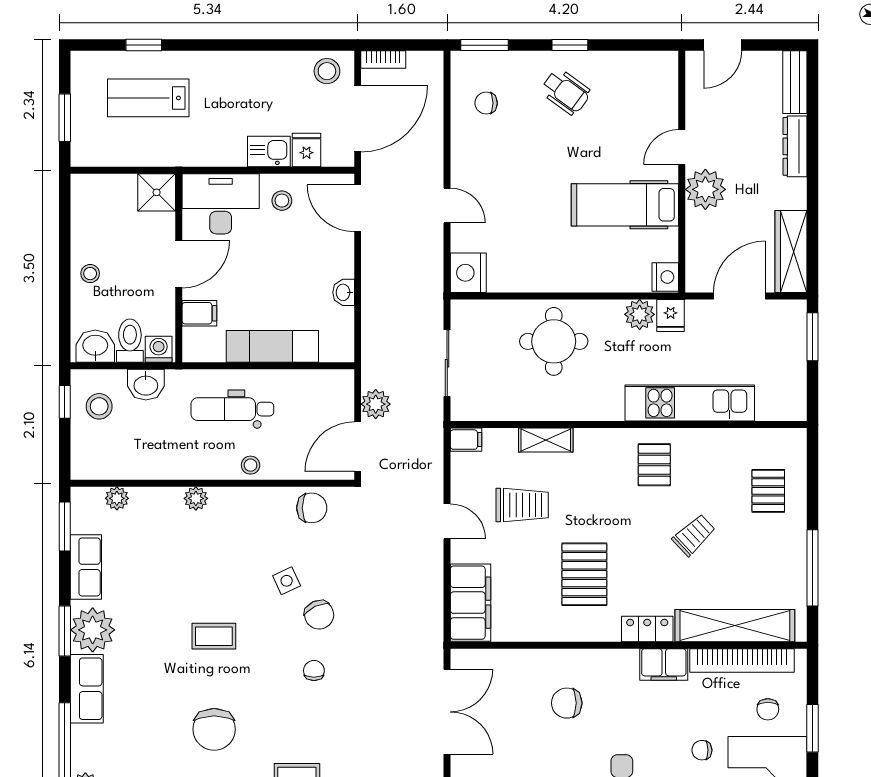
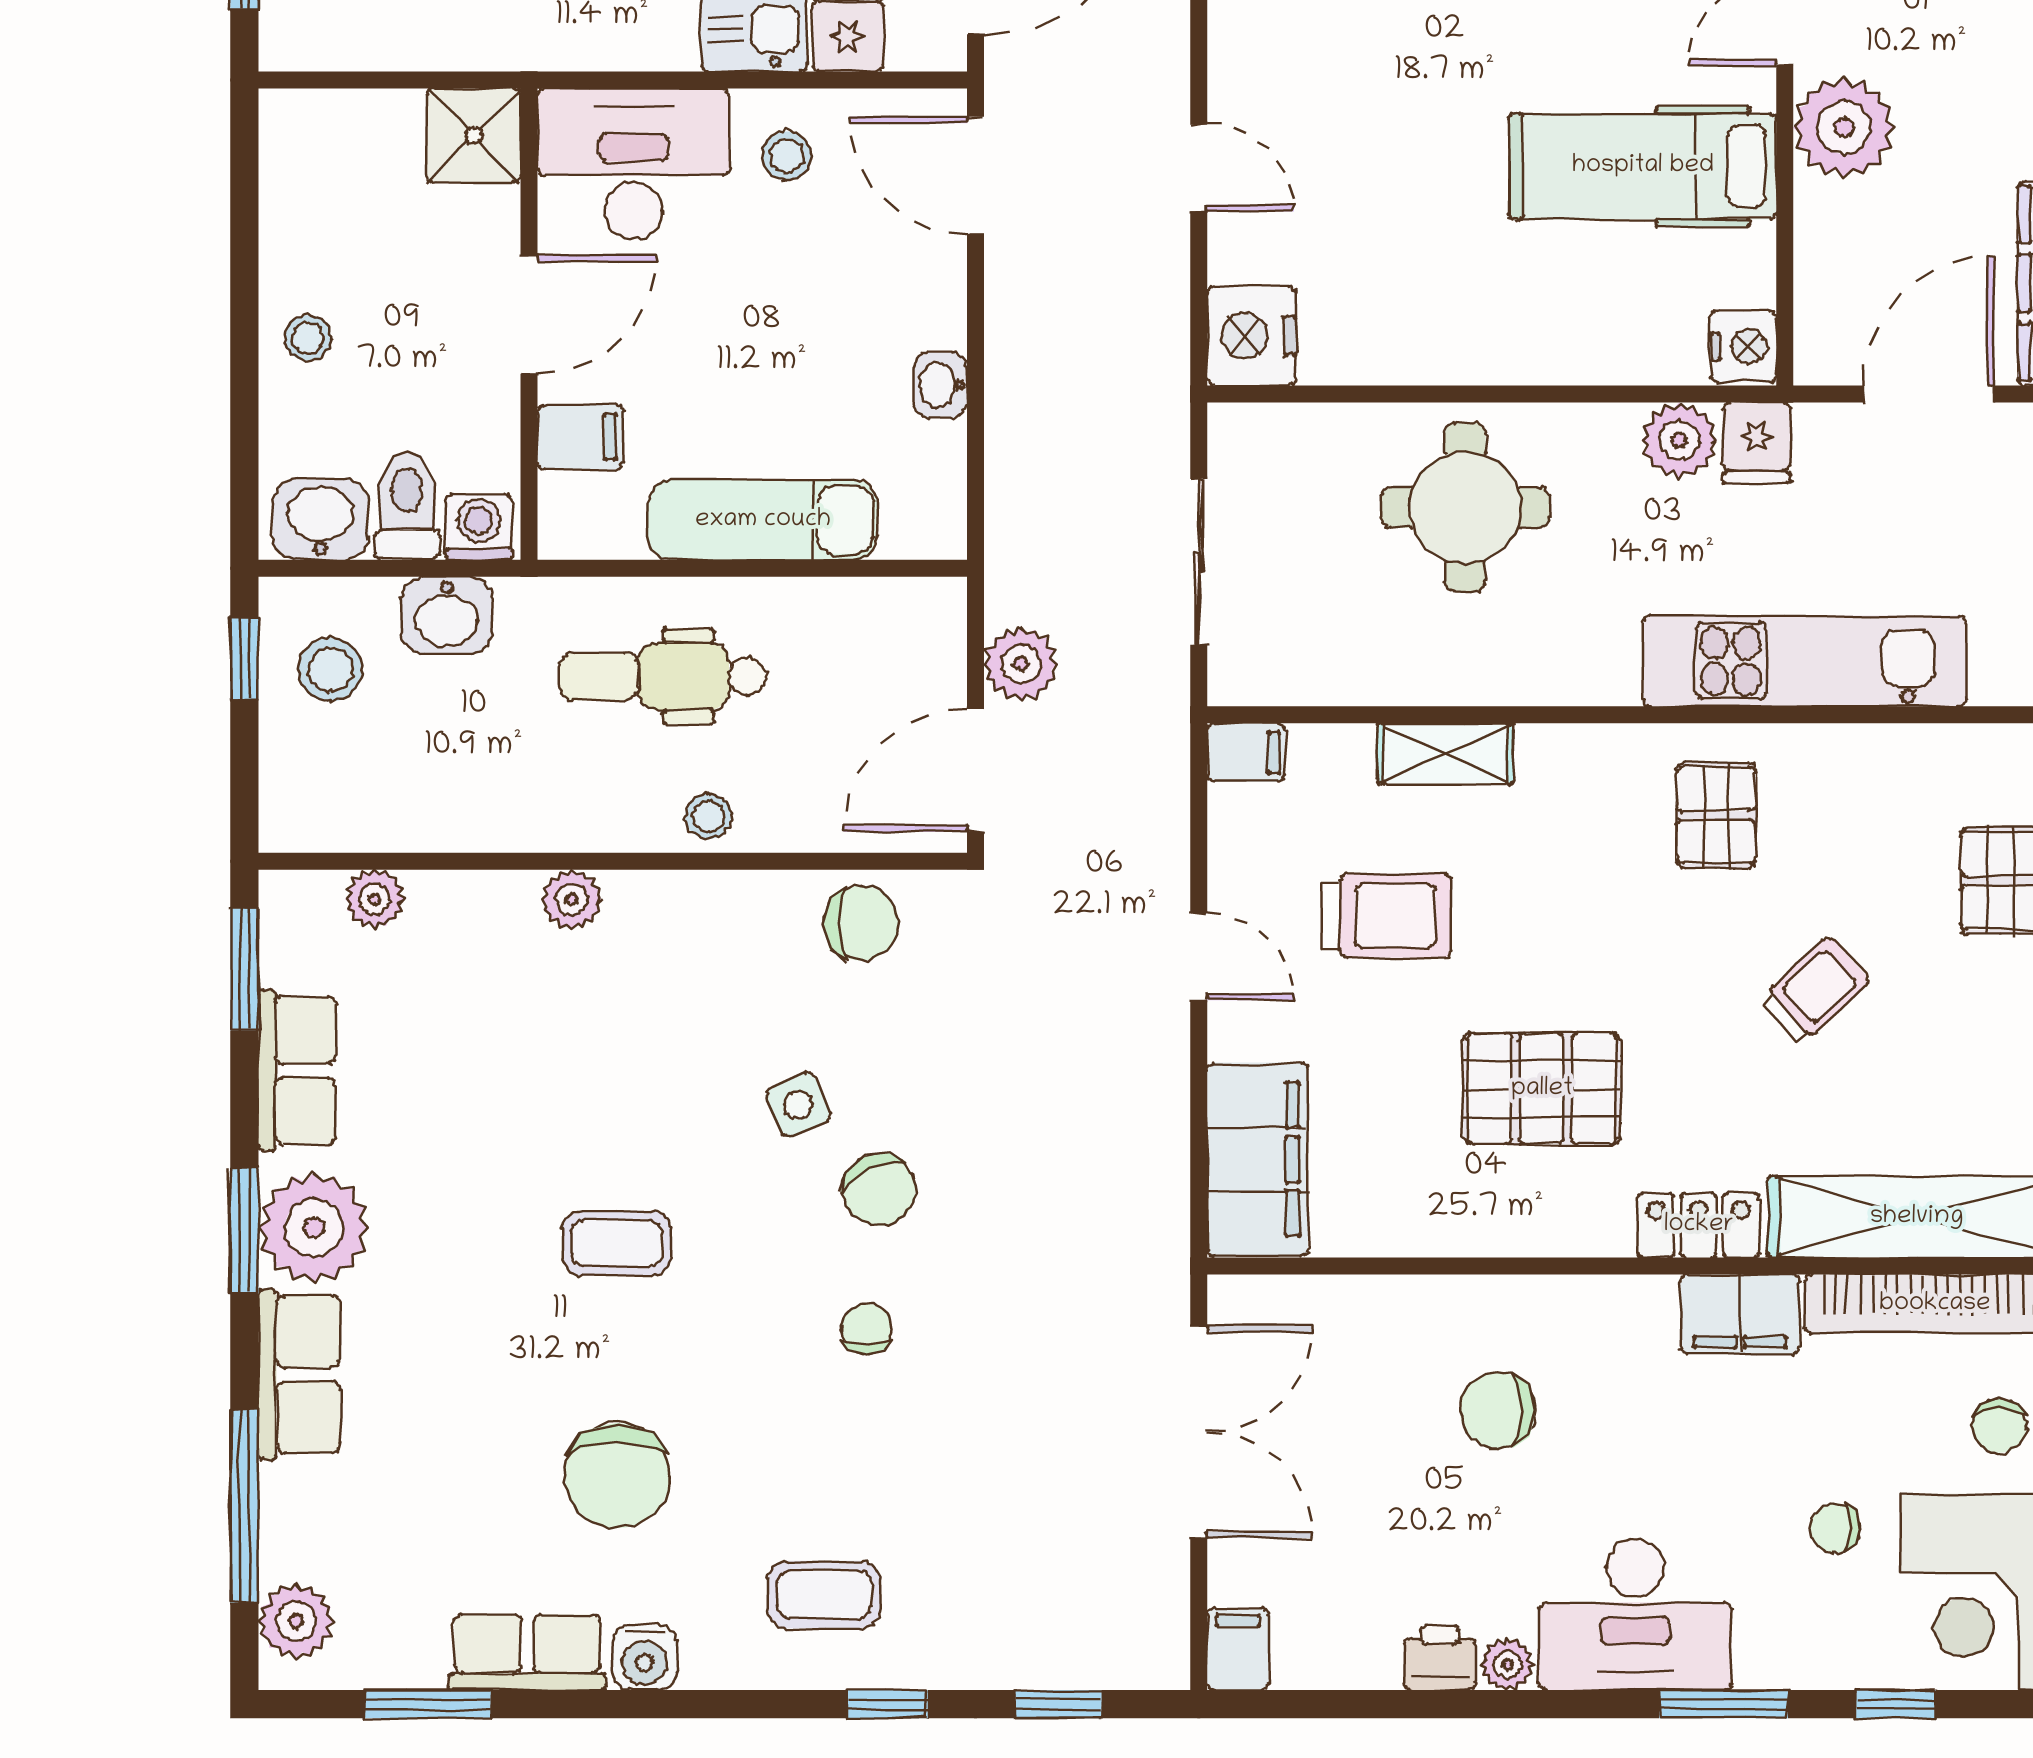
pallet: (584, 574) -> (1542, 1089), turned 90

